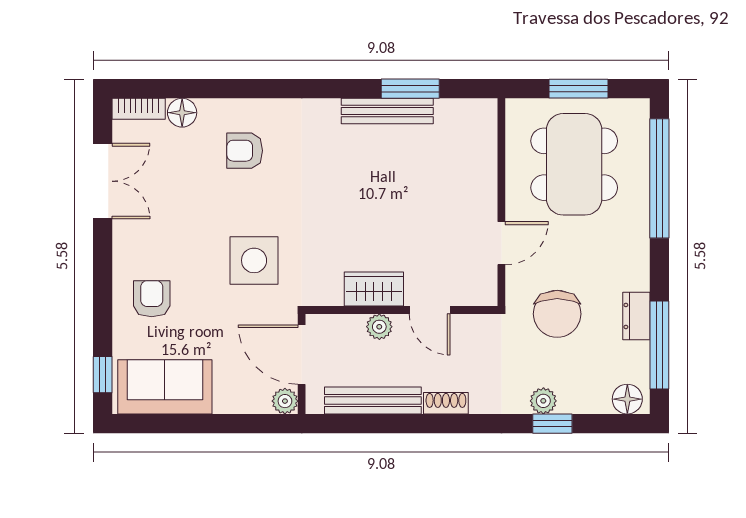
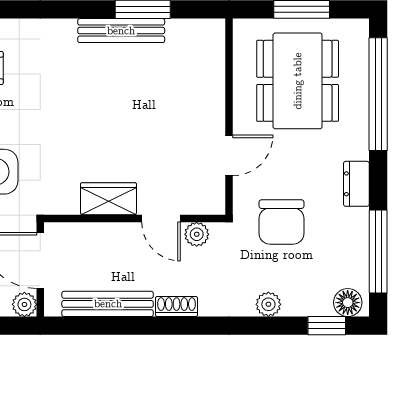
dresser: (636, 316) -> (356, 184), moved
plant: (379, 327) -> (197, 234), moved
window: (552, 424) -> (327, 326), moved

